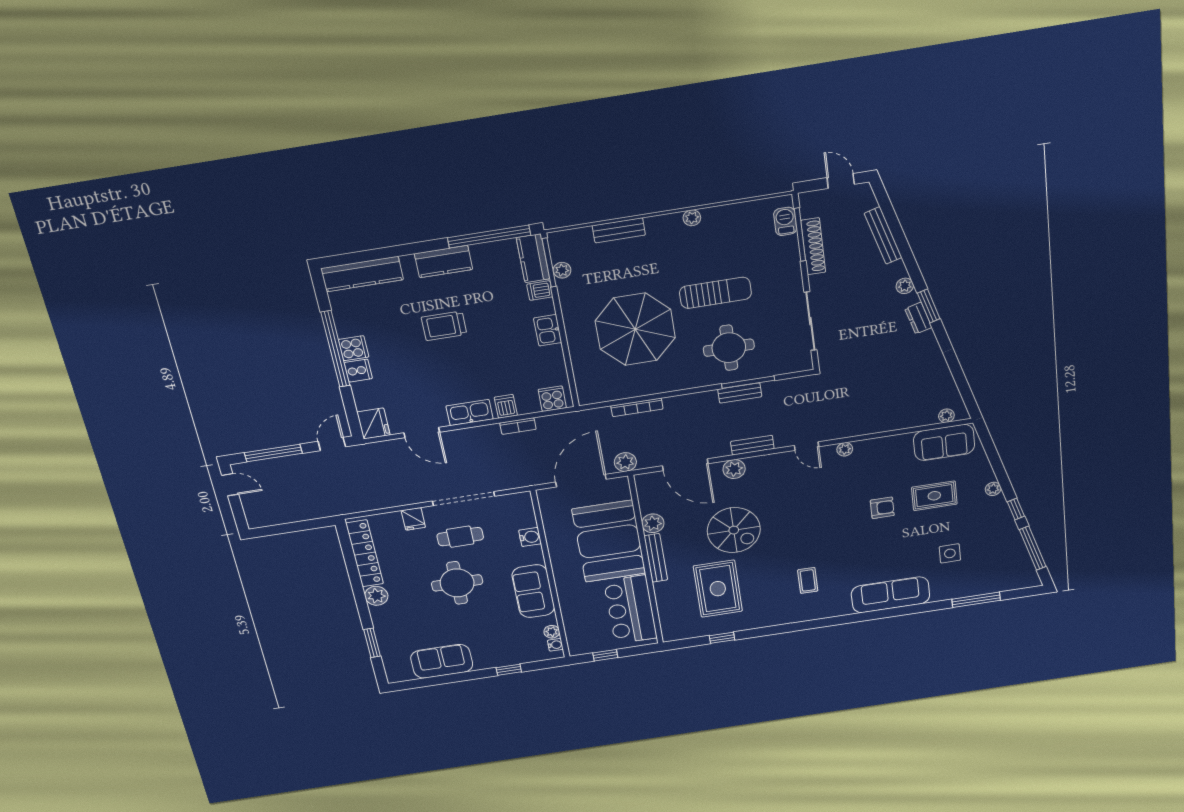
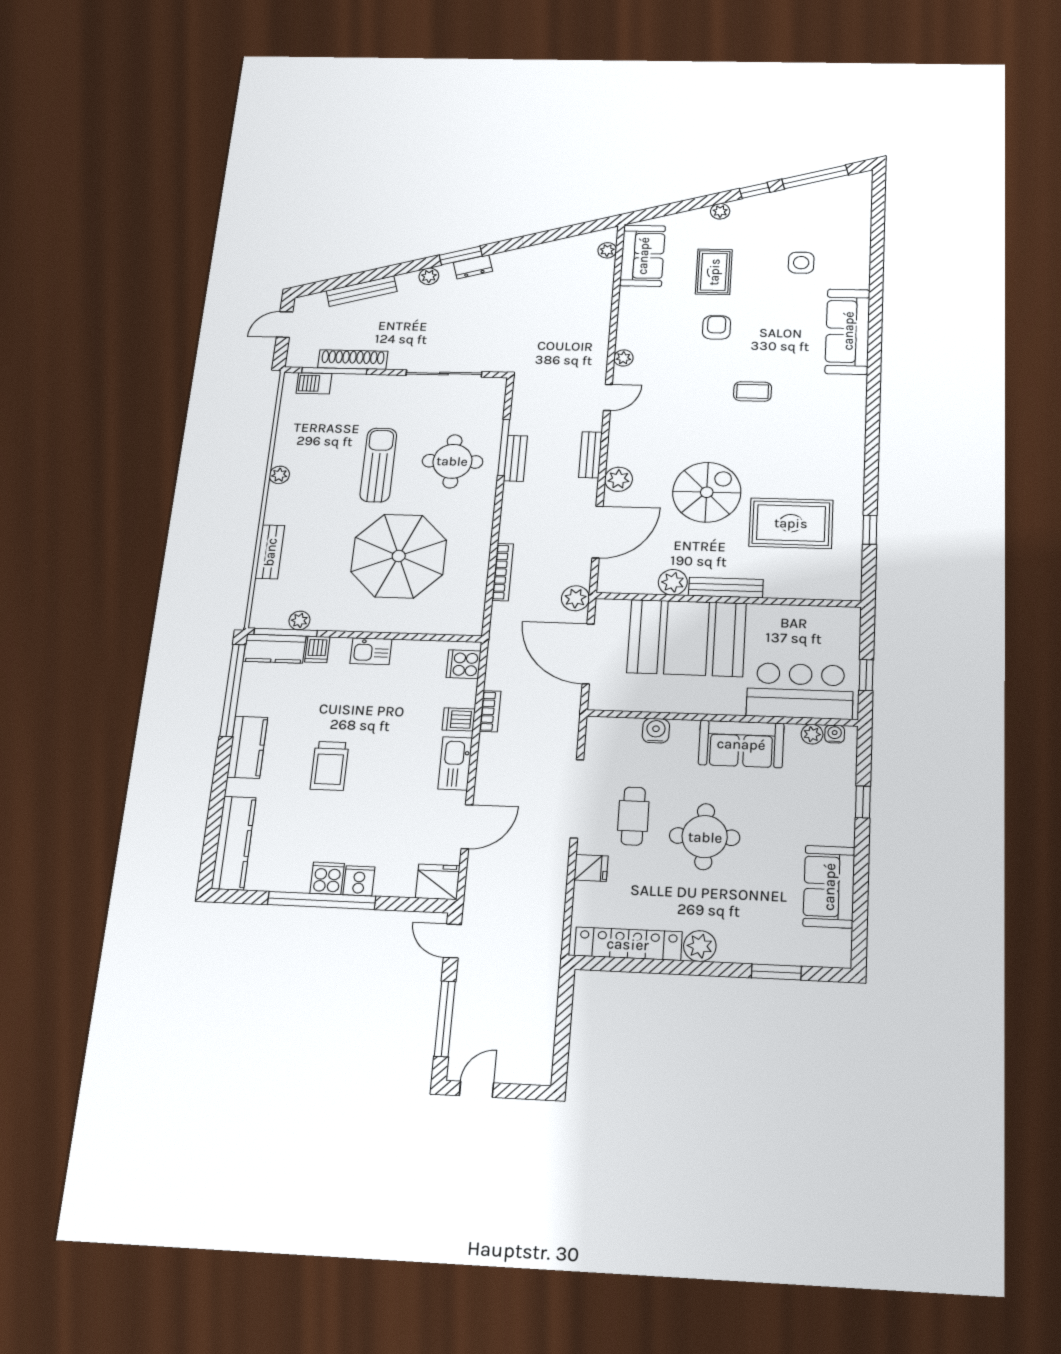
coffee table: (808, 580) -> (753, 391), moved
window: (976, 600) -> (877, 241), removed
bar counter: (631, 610) -> (800, 691), moved, turned 180

